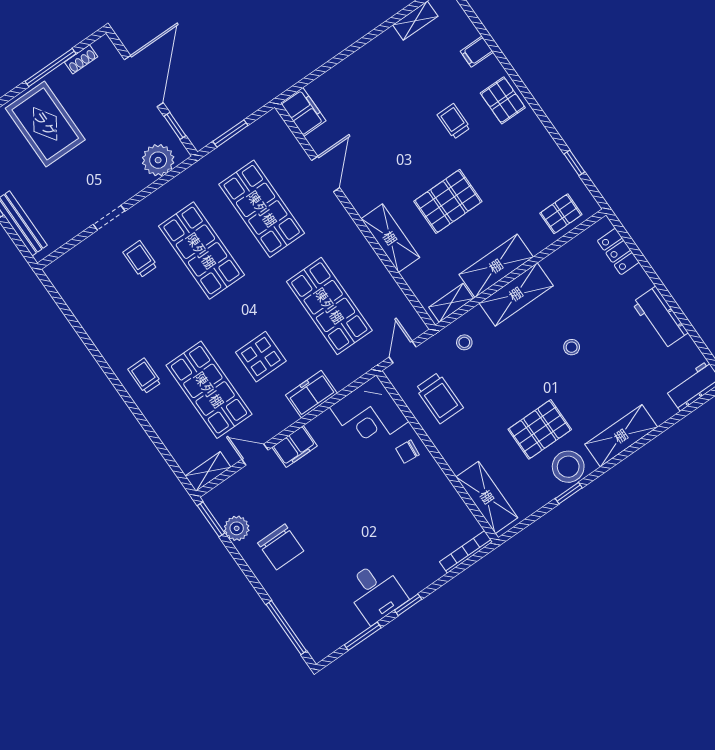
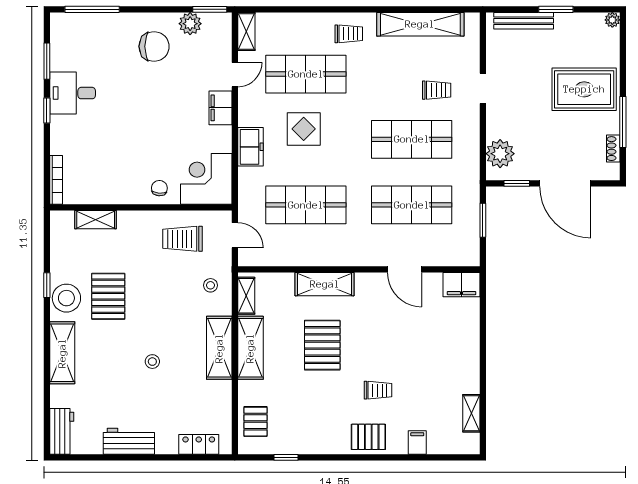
shelving: (90, 316) -> (420, 24), added
shelving: (487, 497) -> (96, 220), width x0.67, depth x0.75
chair: (281, 547) -> (154, 46), turned 180

